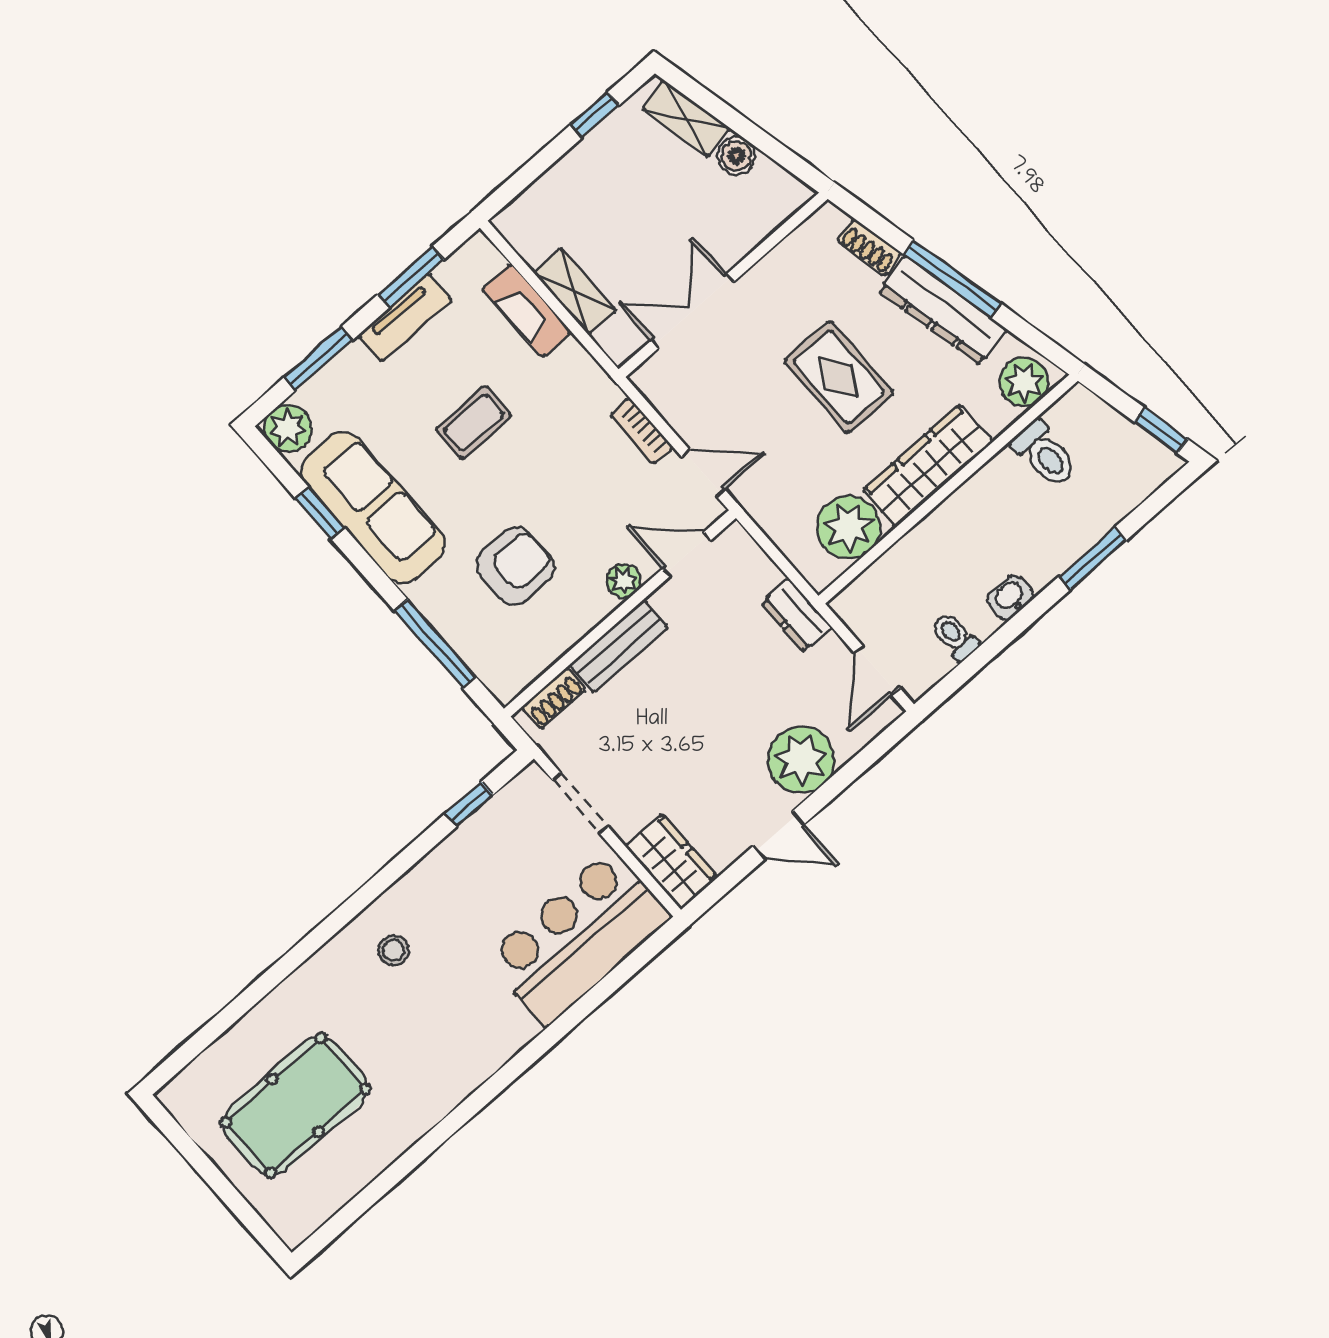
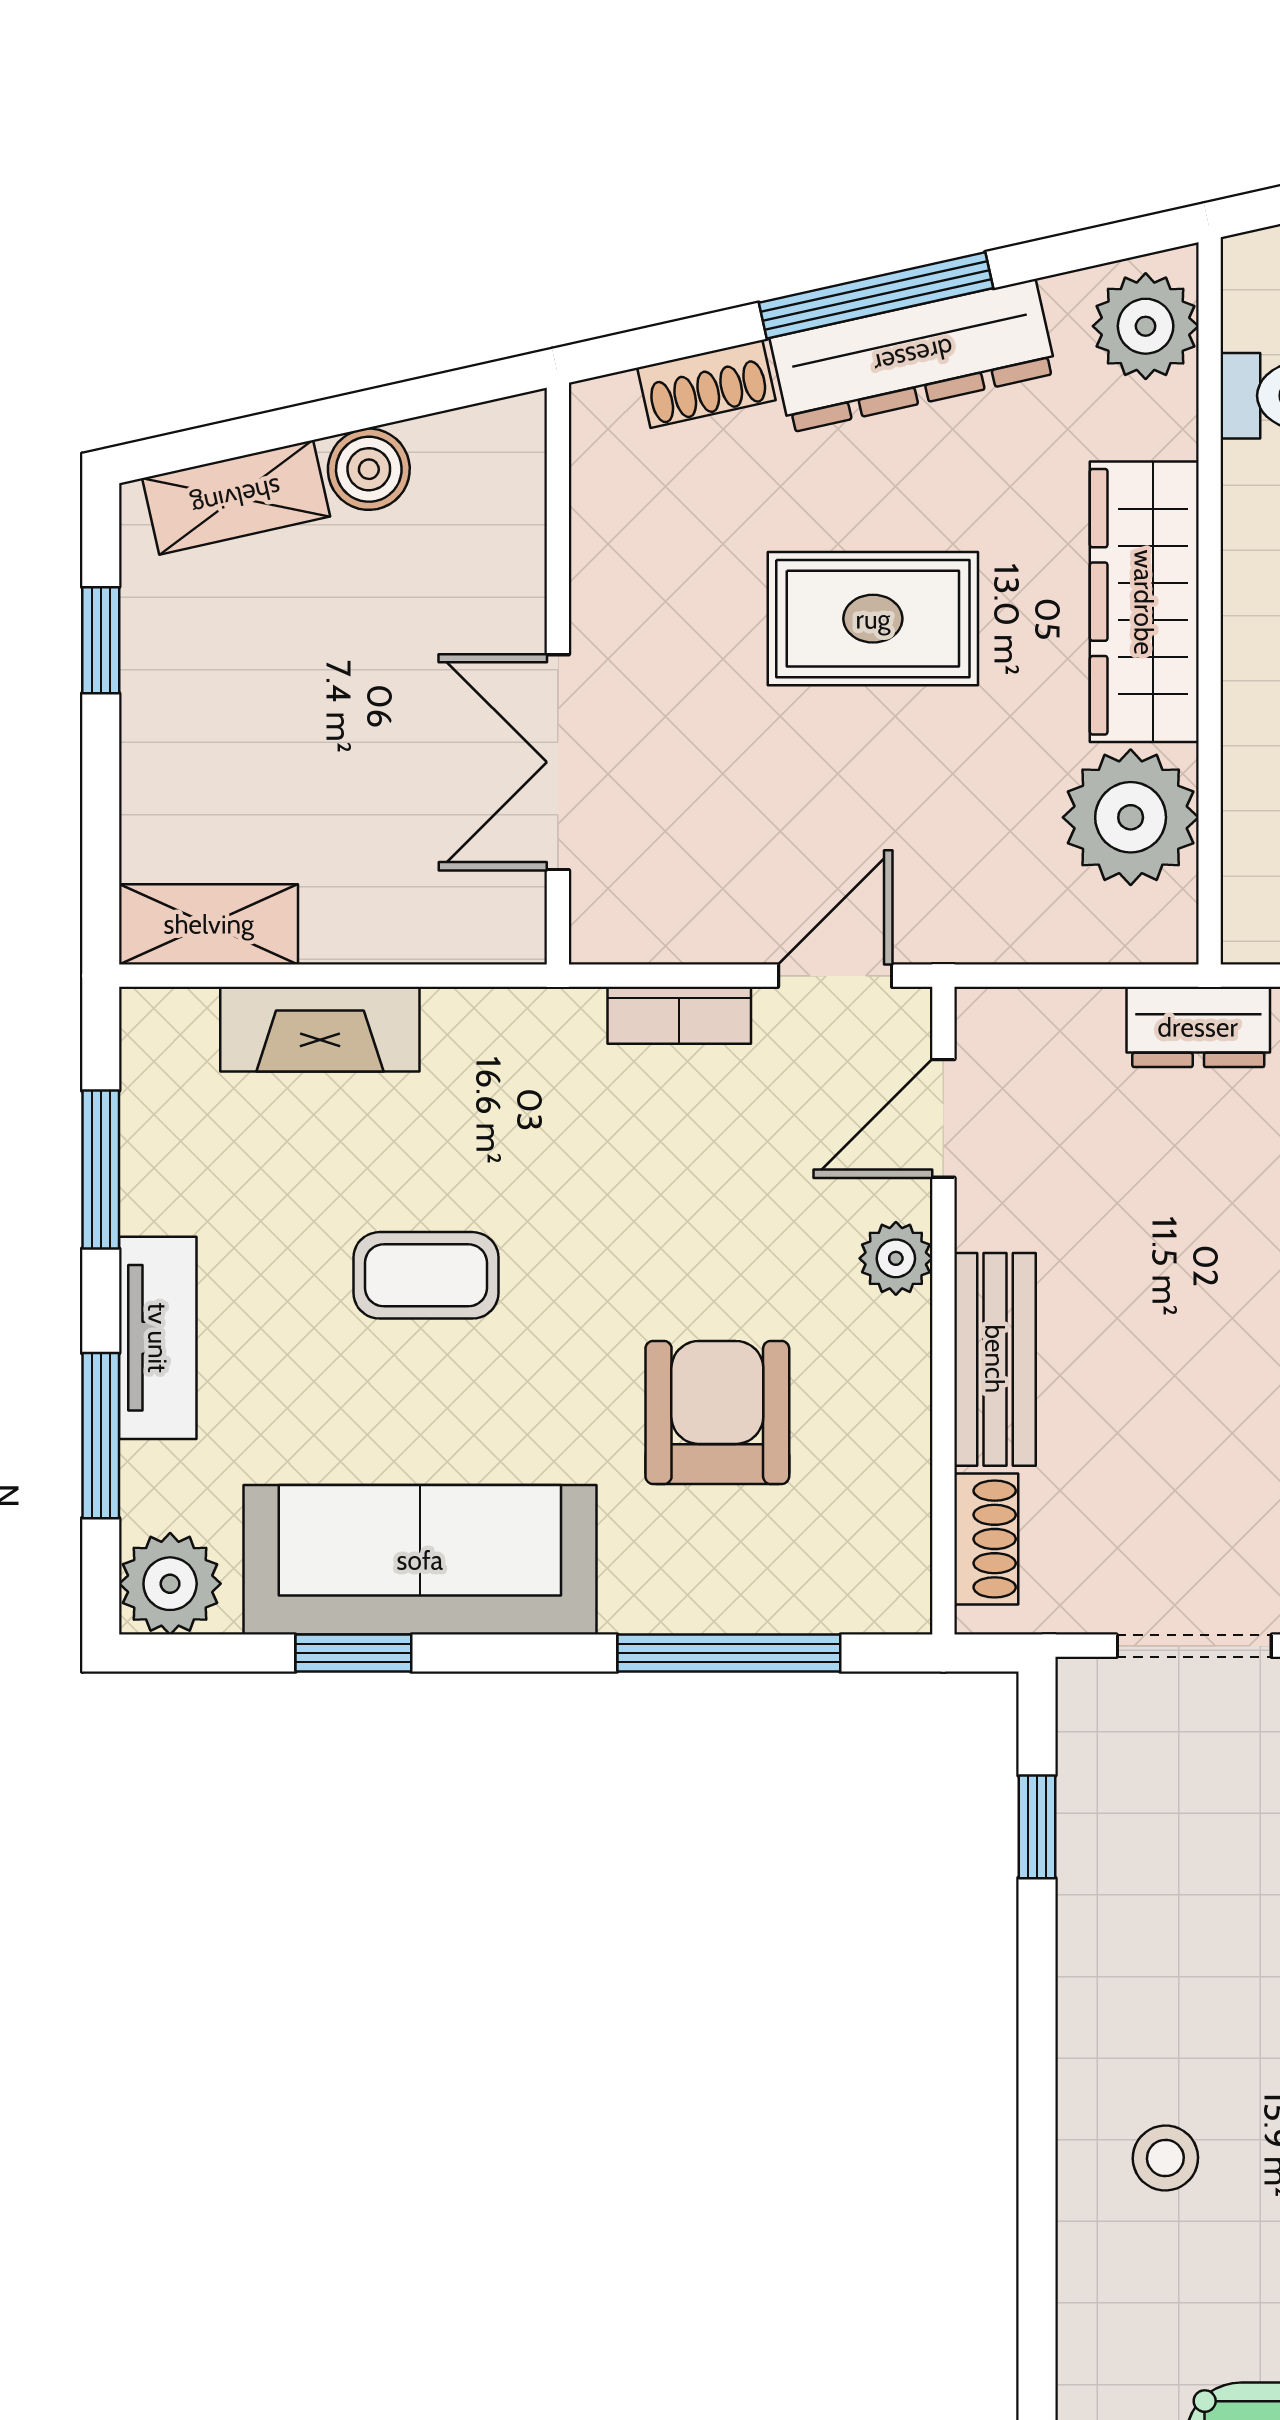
shelving: (575, 291) -> (209, 924), moved
tv unit: (405, 317) -> (158, 1338), moved
coffee table: (474, 423) -> (426, 1275), turned 90

